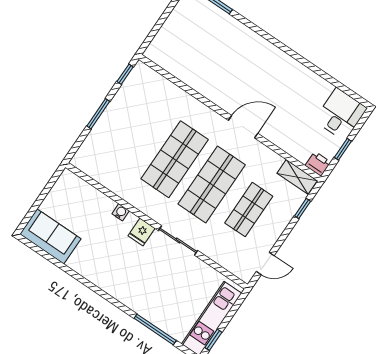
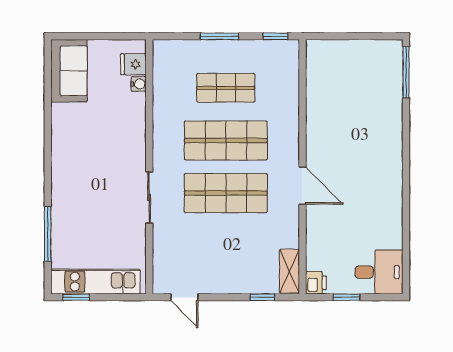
shop shelf: (249, 210) -> (226, 88), moved
water cooler: (121, 212) -> (139, 84), moved
fridge: (141, 232) -> (133, 64), moved

